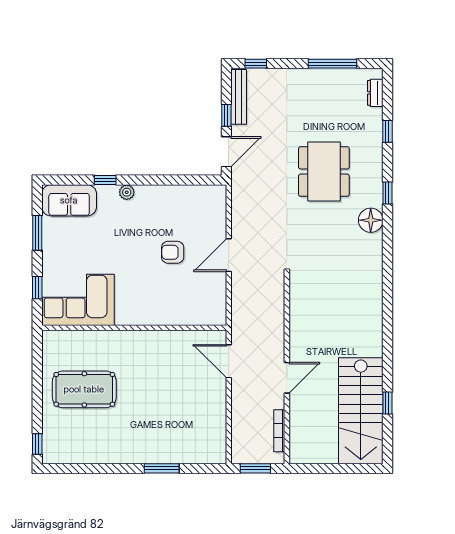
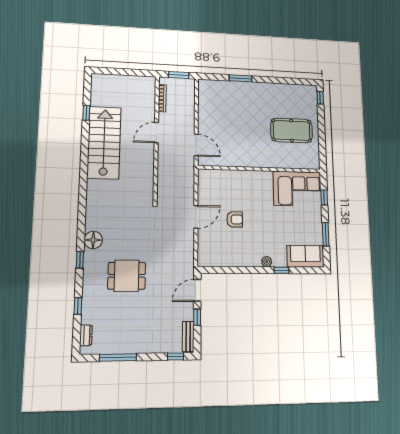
bench: (239, 97) -> (188, 336), width x0.73
dining table: (324, 172) -> (127, 276), width x0.73
stairs: (361, 411) -> (104, 143), moved

